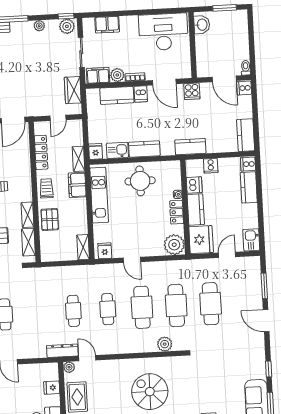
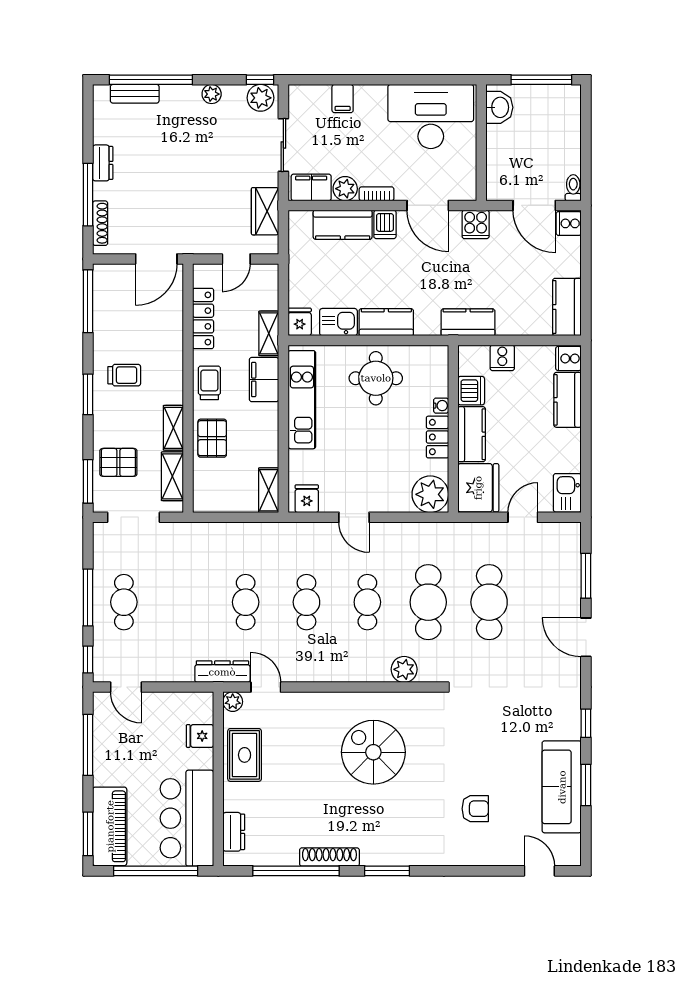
window: (225, 8) -> (541, 80), width x1.44
filing cabinet: (107, 25) -> (343, 99), width x0.50
cafe table: (142, 307) -> (367, 602), width x0.73, depth x0.74

